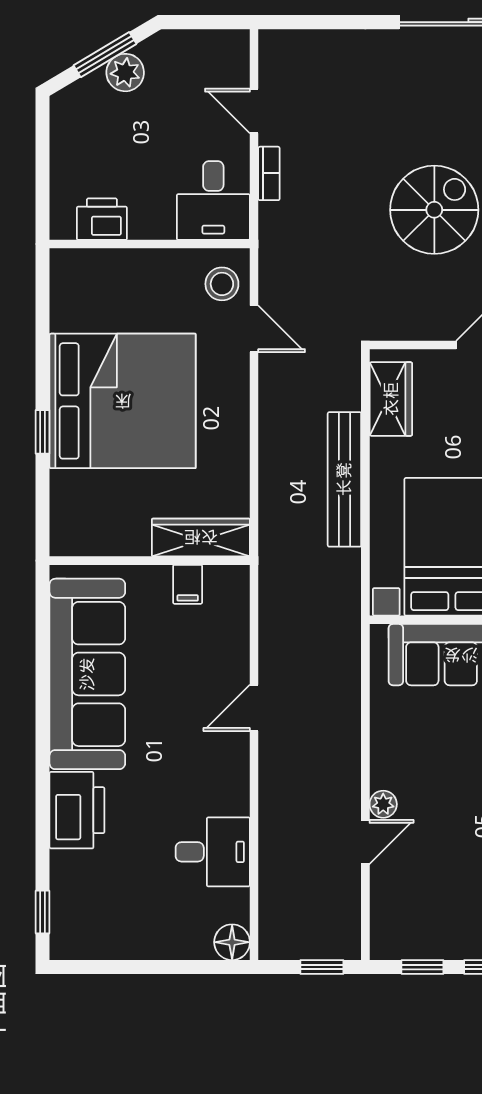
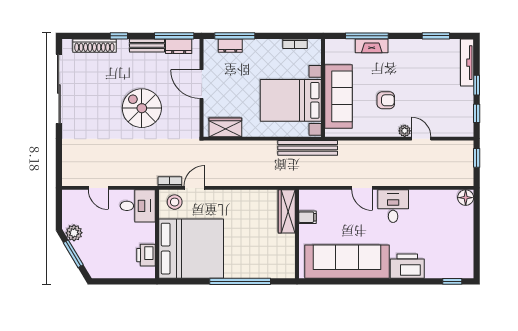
plant: (125, 73) -> (74, 233), moved
door: (254, 111) -> (98, 188), hinge flipped
bookcase: (269, 173) -> (170, 181), moved
bed: (123, 401) -> (191, 249), moved, turned 90
window: (43, 432) -> (240, 281), width x3.17
bench: (344, 479) -> (308, 148), moved
armchair: (452, 762) -> (386, 100), added
desk: (213, 852) -> (393, 206), moved

